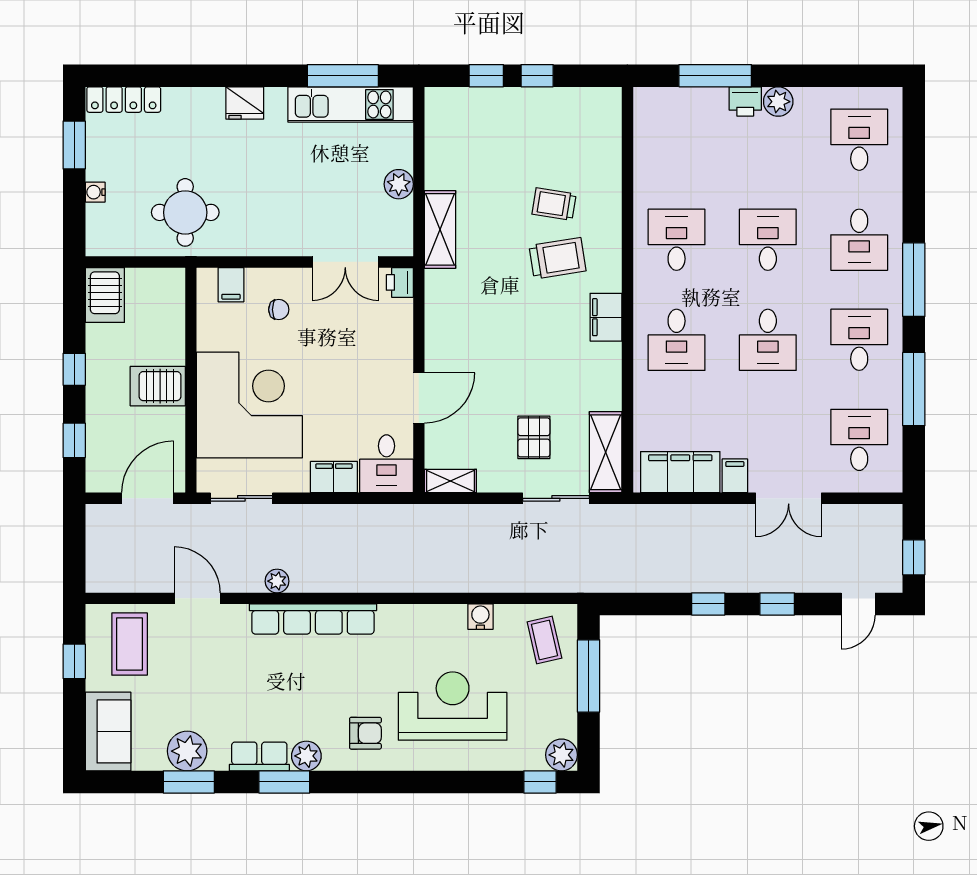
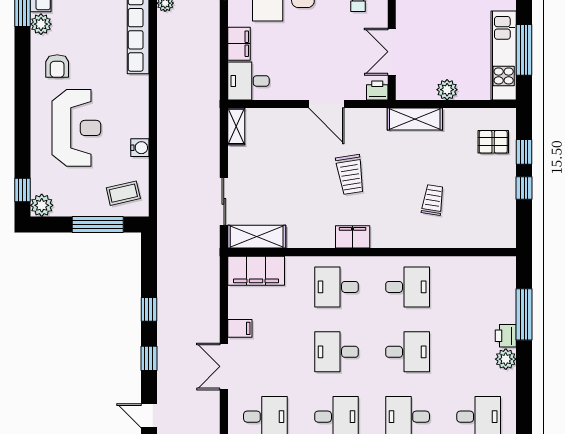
trolley: (557, 258) -> (350, 175), moved
door: (419, 398) -> (326, 104), moved
pallet: (534, 437) -> (493, 142), moved
filing cabinet: (680, 472) -> (256, 271), moved, turned 90

